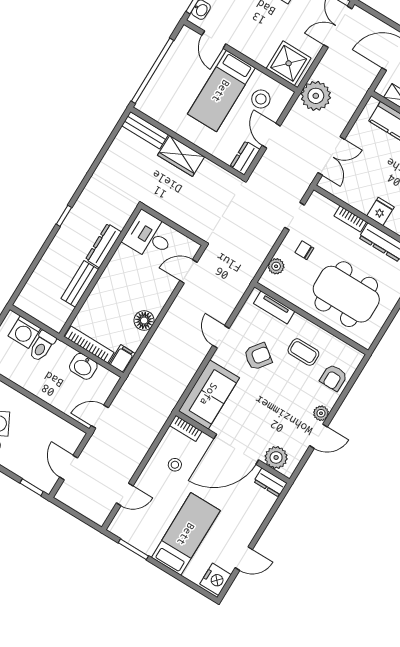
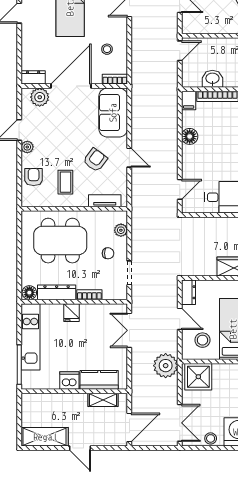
coffee table: (303, 352) -> (65, 182), turned 90
armchair: (258, 356) -> (95, 160), turned 180

